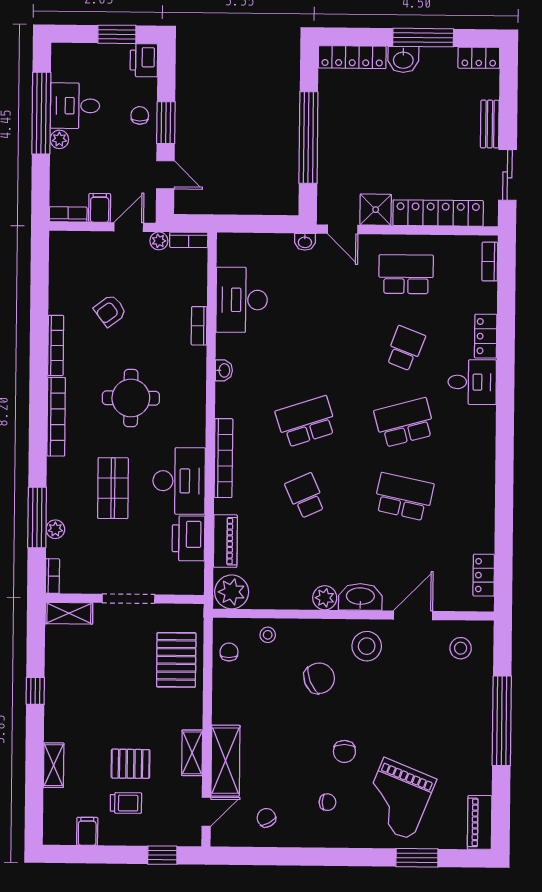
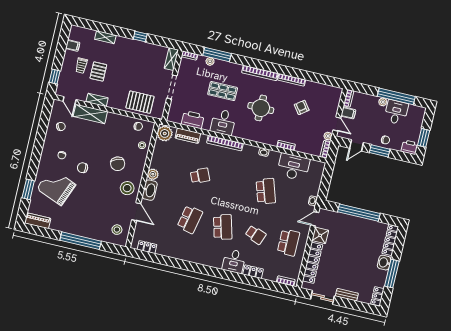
school desk: (306, 422) -> (266, 191), moved
desk: (179, 481) -> (223, 122), width x0.73

